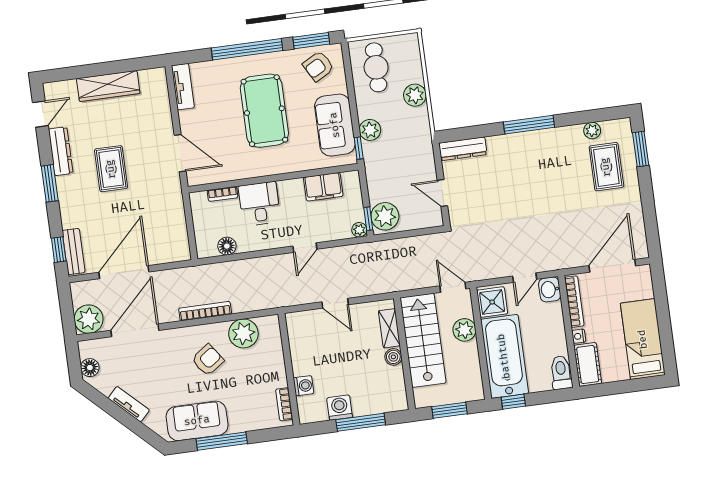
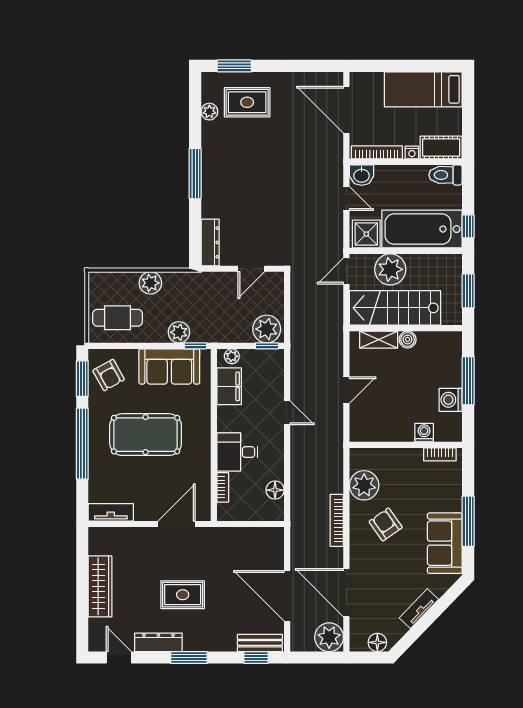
plant: (359, 230) -> (232, 356), moved
plant: (464, 330) -> (390, 269), width x1.36, depth x1.36

